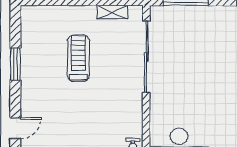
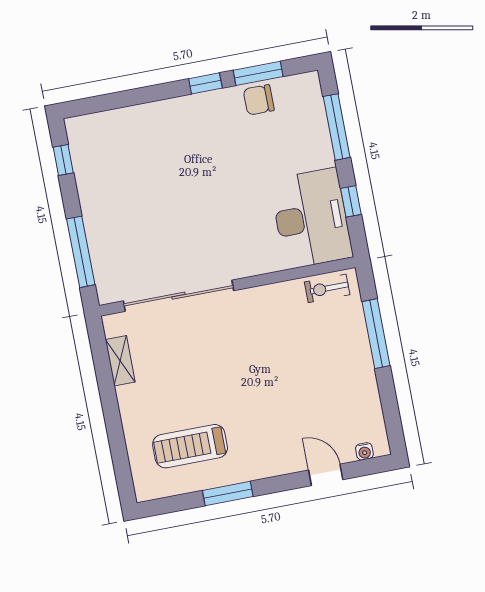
treadmill: (78, 58) -> (190, 446), moved

